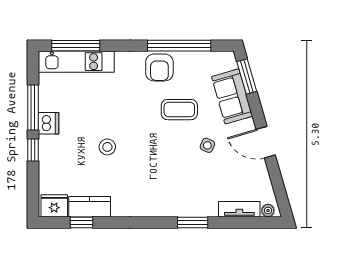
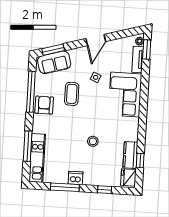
window: (76, 46) -> (28, 146), moved
armchair: (159, 67) -> (44, 105), turned -90
sofa: (232, 96) -> (54, 62), moved
window: (33, 150) -> (105, 190), moved
corner sofa: (183, 193) -> (125, 95), added
window: (193, 222) -> (147, 50), moved

